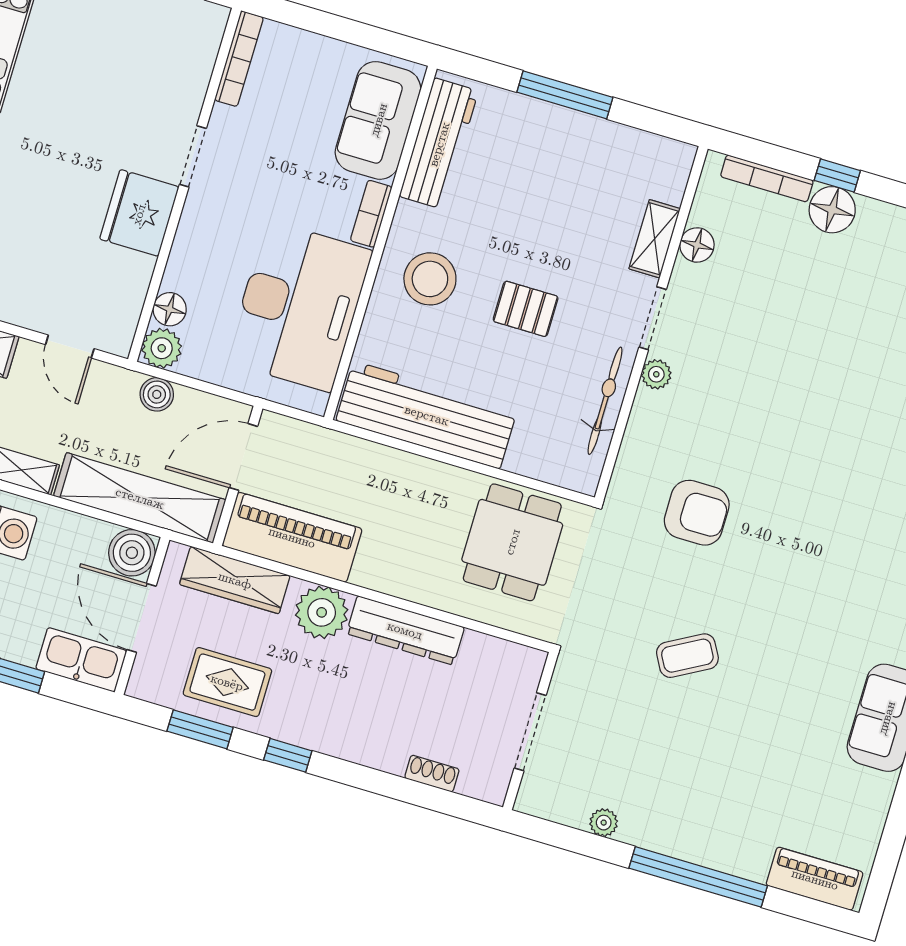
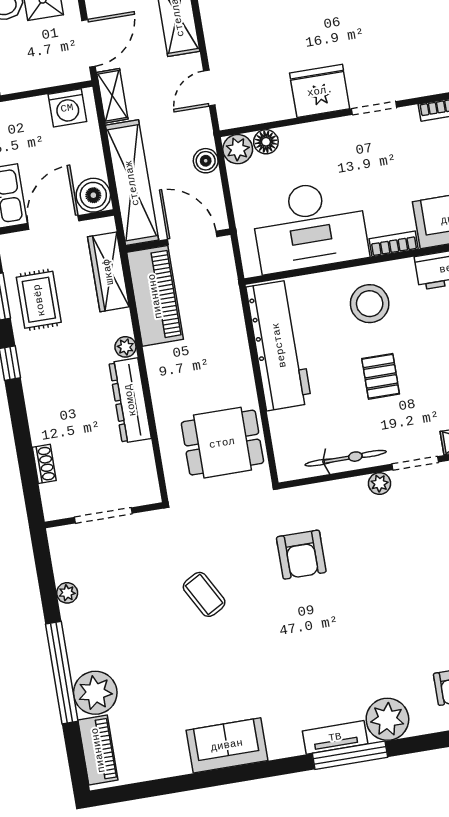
plant: (322, 612) -> (125, 347), width x0.53, depth x0.53
plant: (743, 848) -> (95, 693), added

